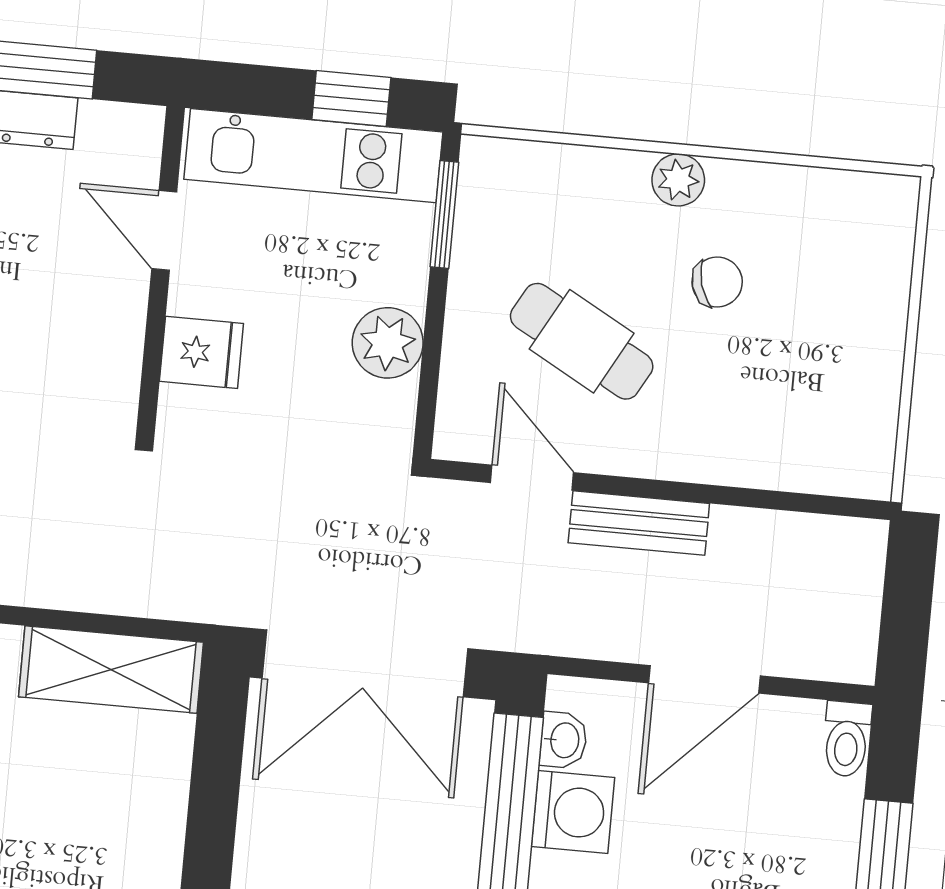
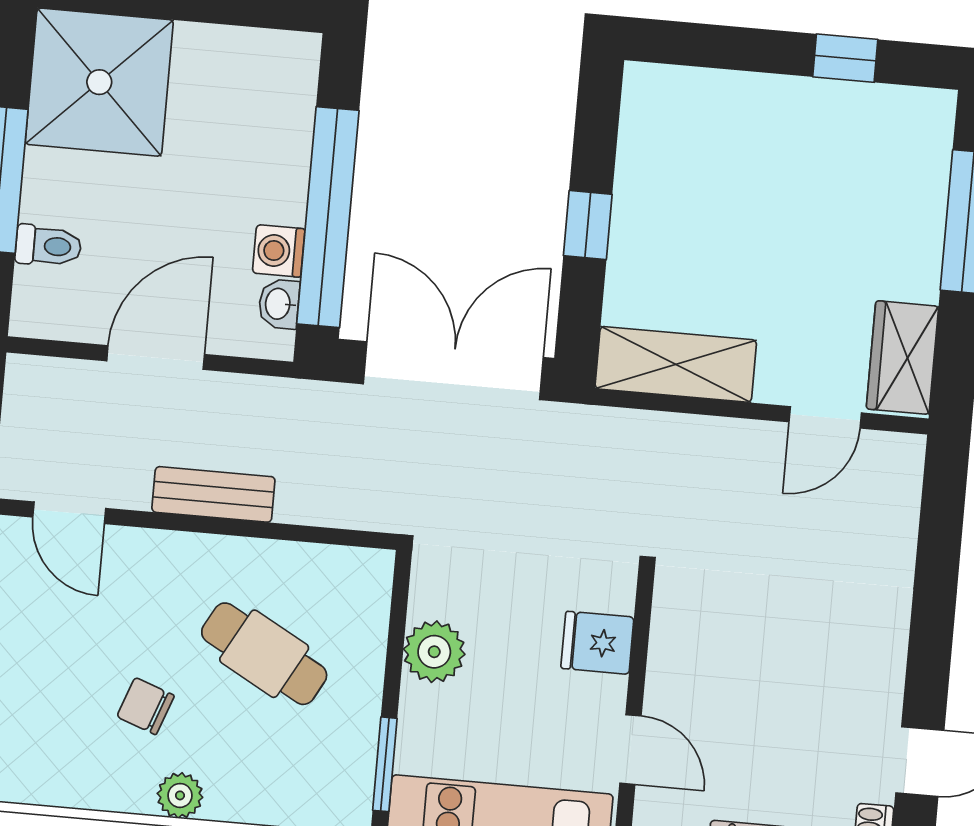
chair: (717, 282) -> (146, 706), turned 36
door: (532, 478) -> (69, 513), moved
toilet: (847, 739) -> (48, 246), moved, turned 90
washing machine: (573, 812) -> (279, 251), width x0.73, depth x0.73
window: (211, 829) -> (588, 225), added

